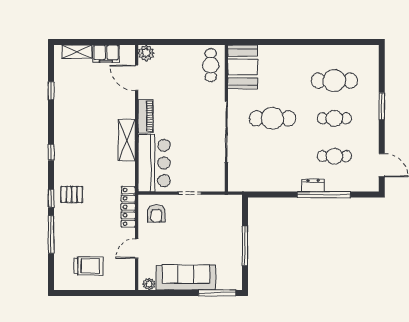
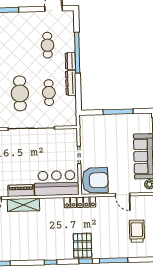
cafe table: (334, 118) -> (49, 93), moved
shelving: (127, 140) -> (23, 205), moved
dresser: (284, 185) -> (71, 83), added
pallet: (72, 194) -> (82, 245), width x1.50, depth x1.42
locker: (128, 207) -> (80, 202), moved
armchair: (156, 213) -> (95, 180), width x1.88, depth x1.88

